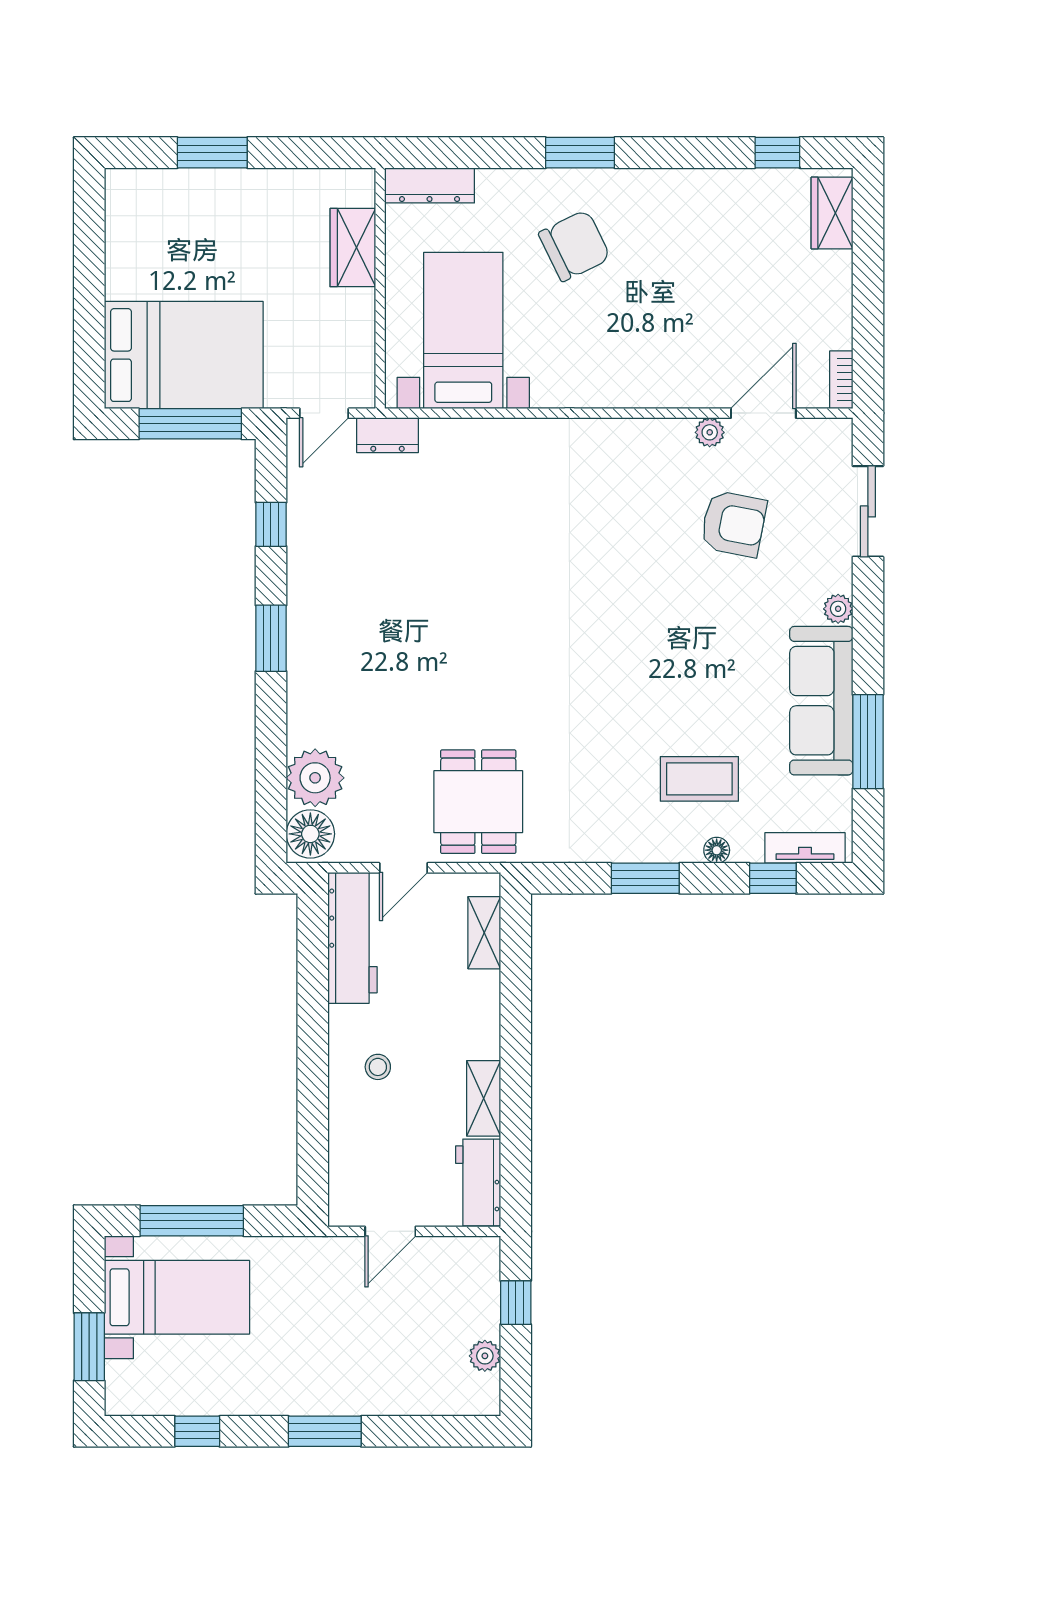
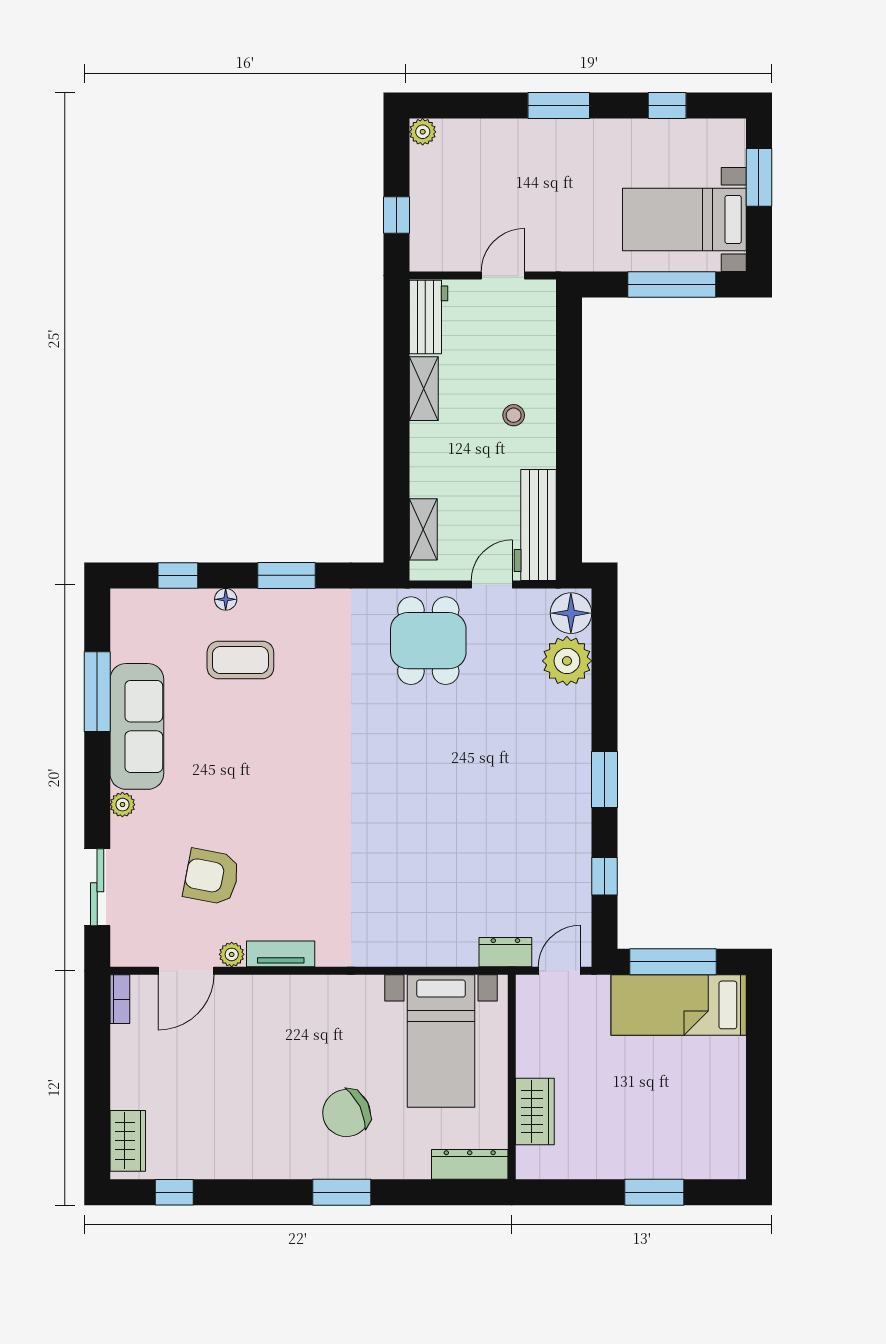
bed: (184, 355) -> (679, 1005), width x0.67
tv unit: (805, 848) -> (281, 954), moved, turned 180
plant: (485, 1356) -> (423, 132), moved

